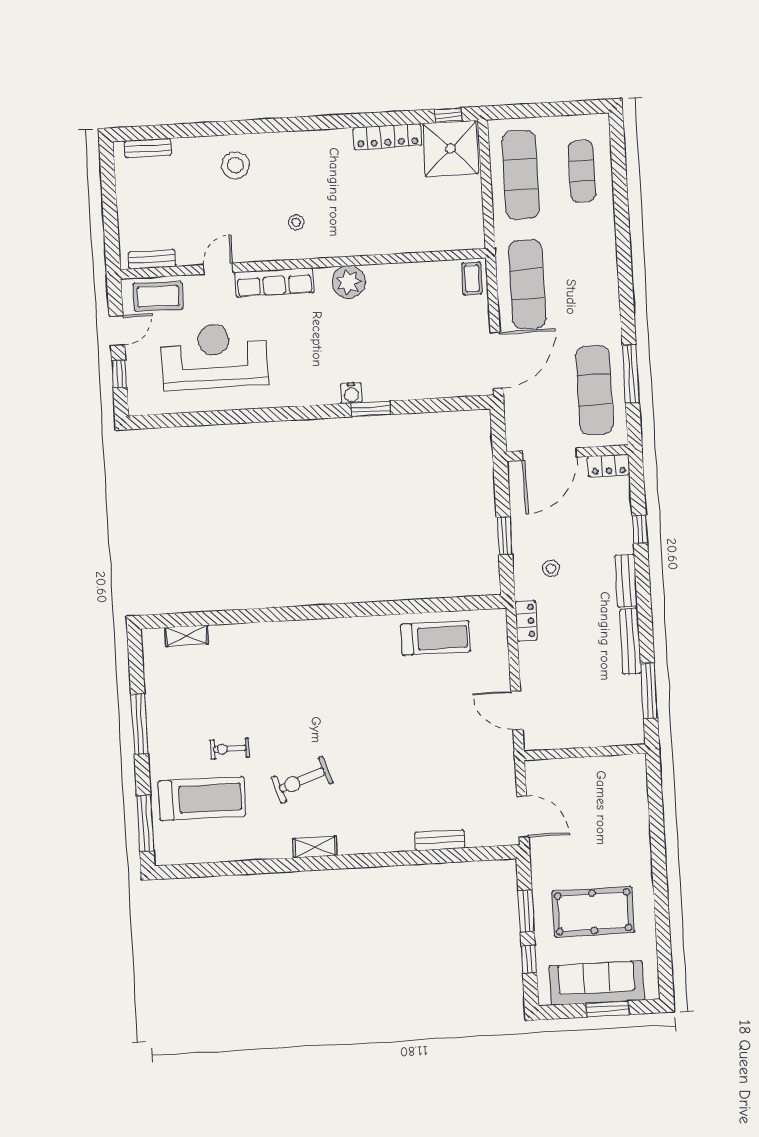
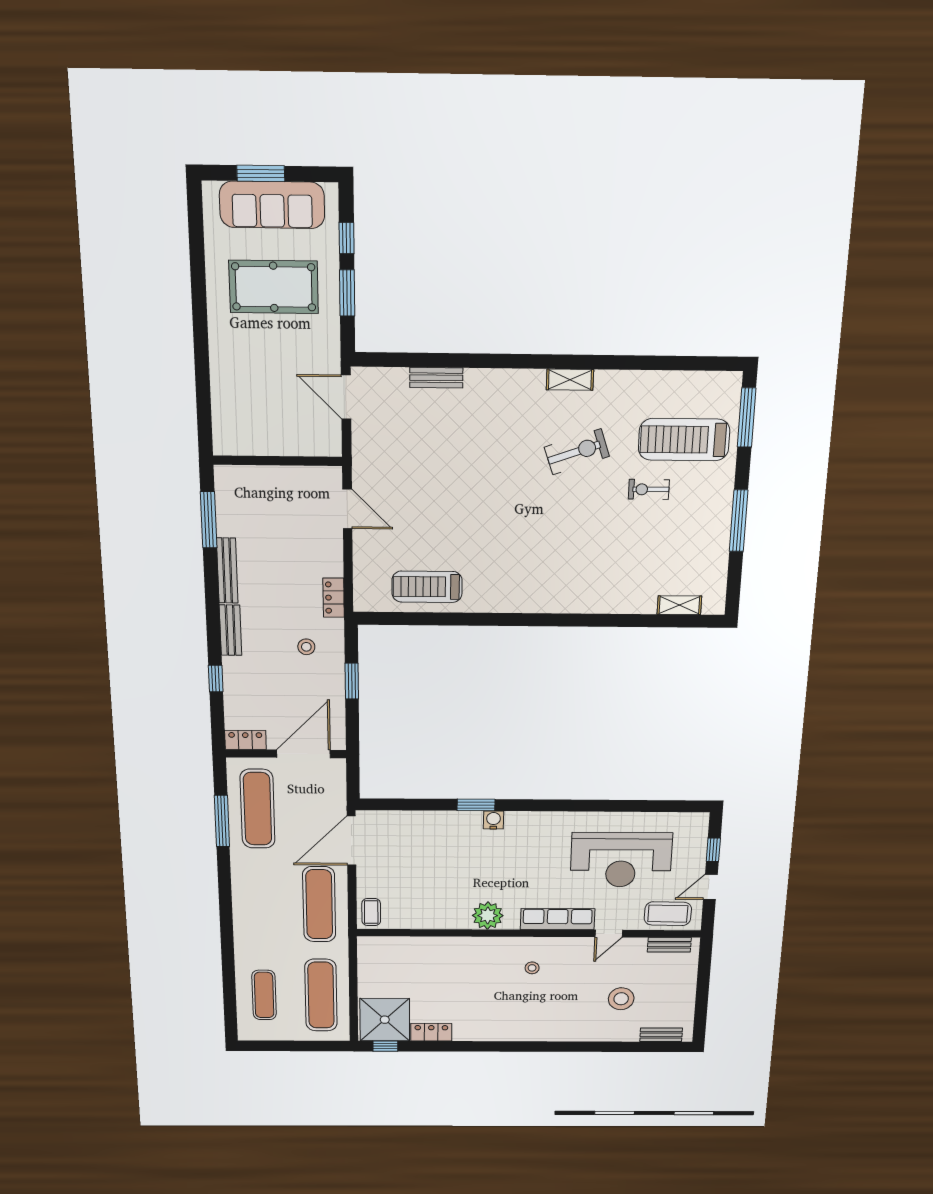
locker: (387, 137) -> (431, 1032), width x0.66
stool: (235, 165) -> (621, 999), moved
exercise bike: (230, 749) -> (649, 489), turned 180

